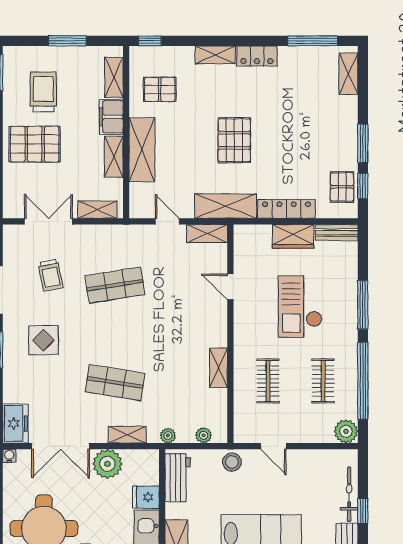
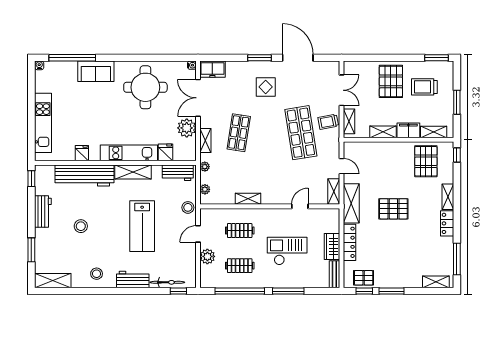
pallet: (160, 89) -> (426, 161), width x1.50, depth x1.42
trolley: (43, 92) -> (424, 87), turned 180
shelving: (142, 150) -> (387, 150), removed
door: (167, 221) -> (342, 166), hinge flipped
trolley: (51, 275) -> (328, 122), moved
shop shelf: (115, 285) -> (301, 133), width x1.43, depth x1.36
plant: (346, 431) -> (207, 256), moved
window: (363, 511) -> (178, 291), moved

